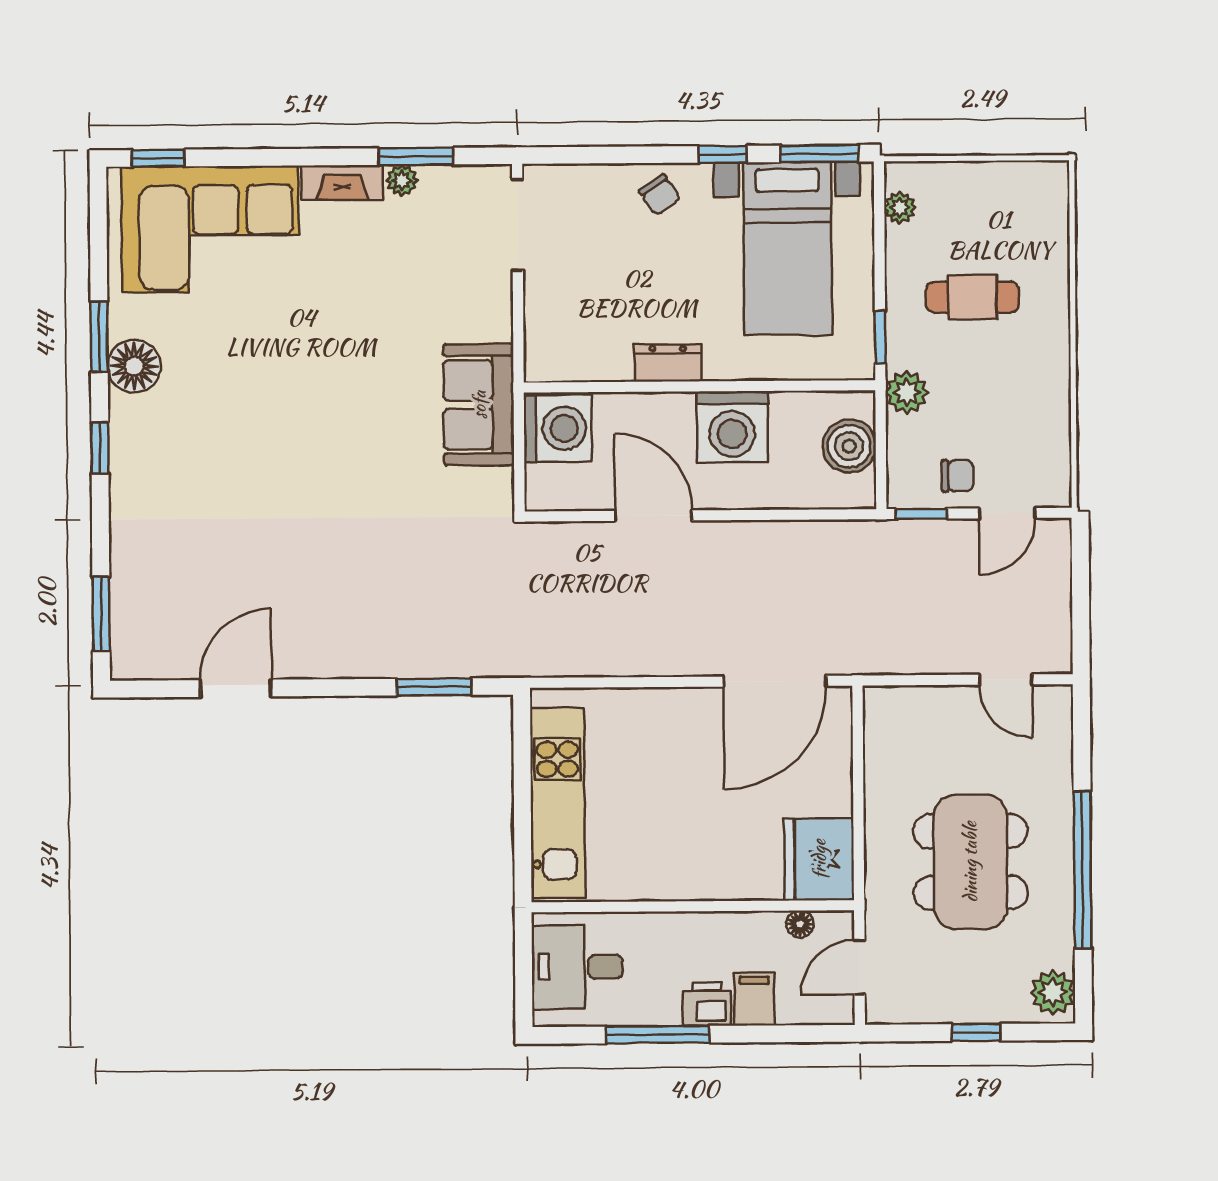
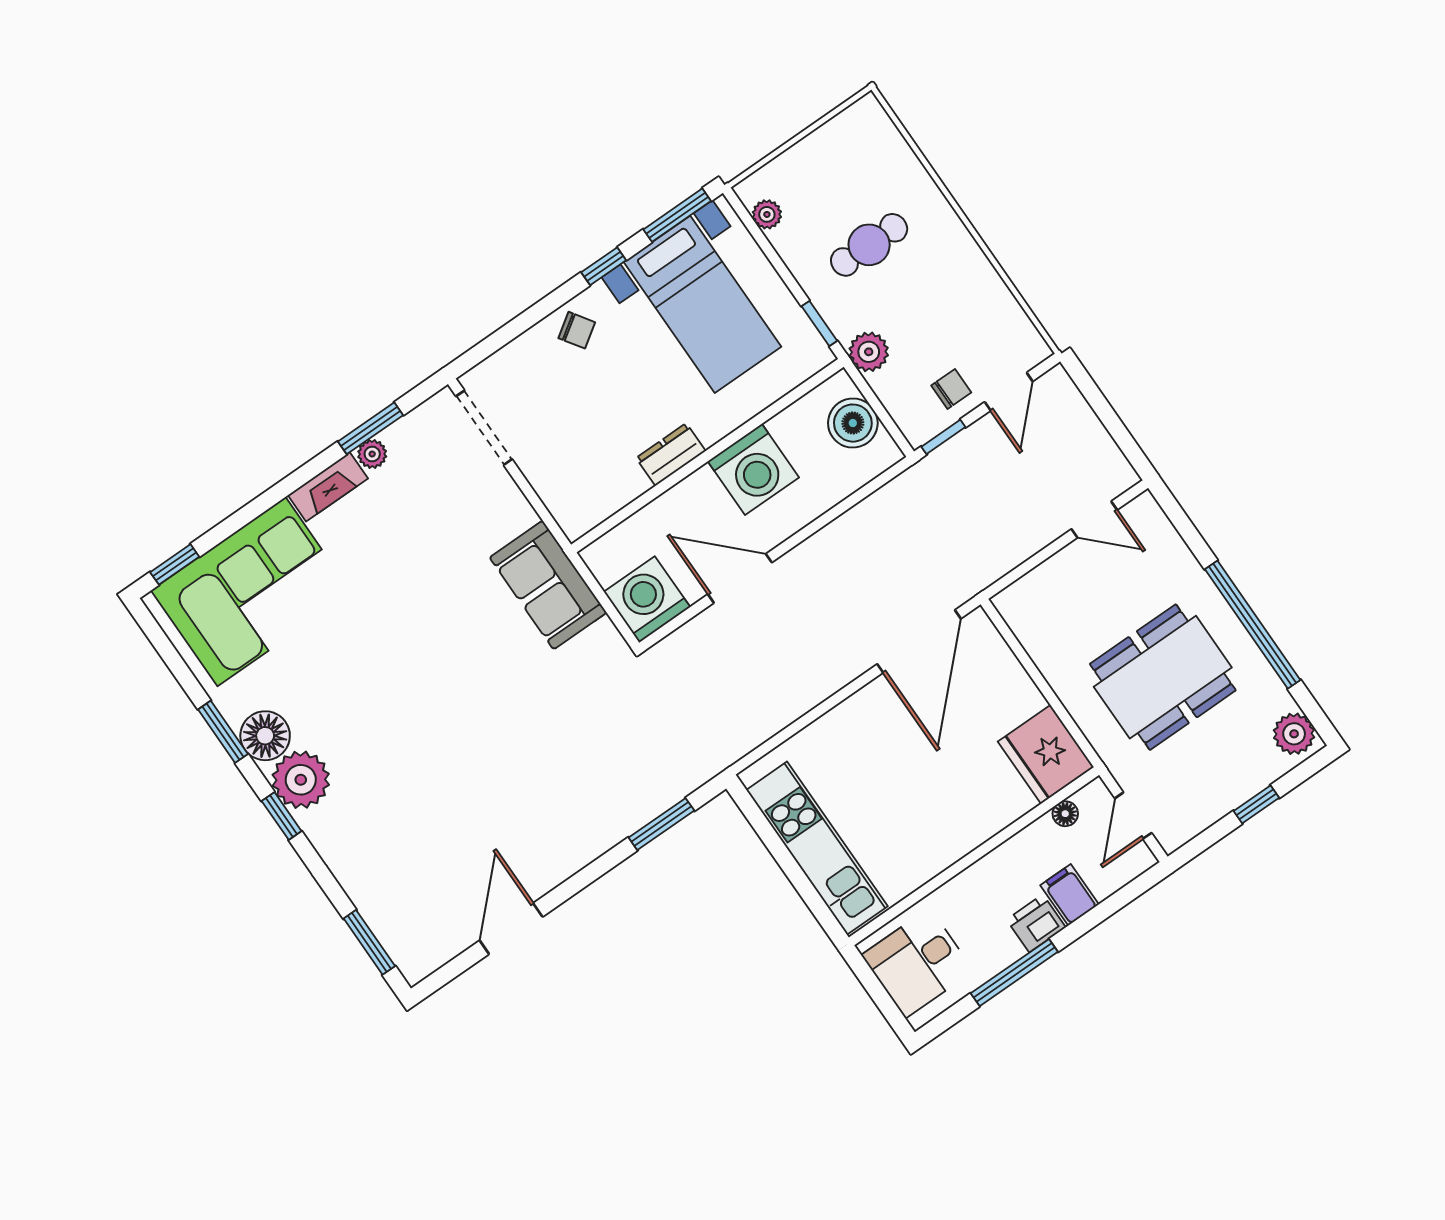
plant: (139, 427) -> (301, 780), added
washing machine: (558, 428) -> (647, 599), moved, turned -90
dining table: (970, 862) -> (1163, 677), turned 90

